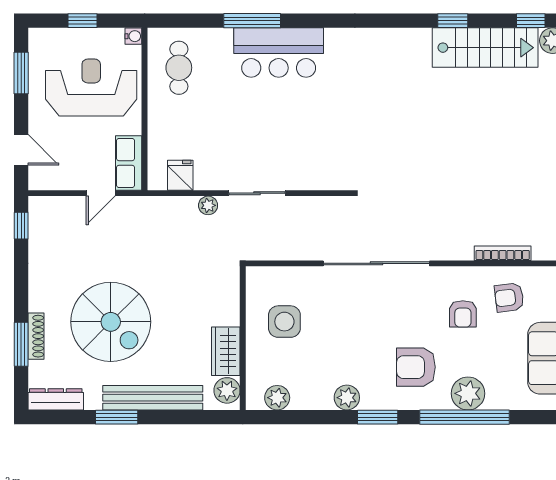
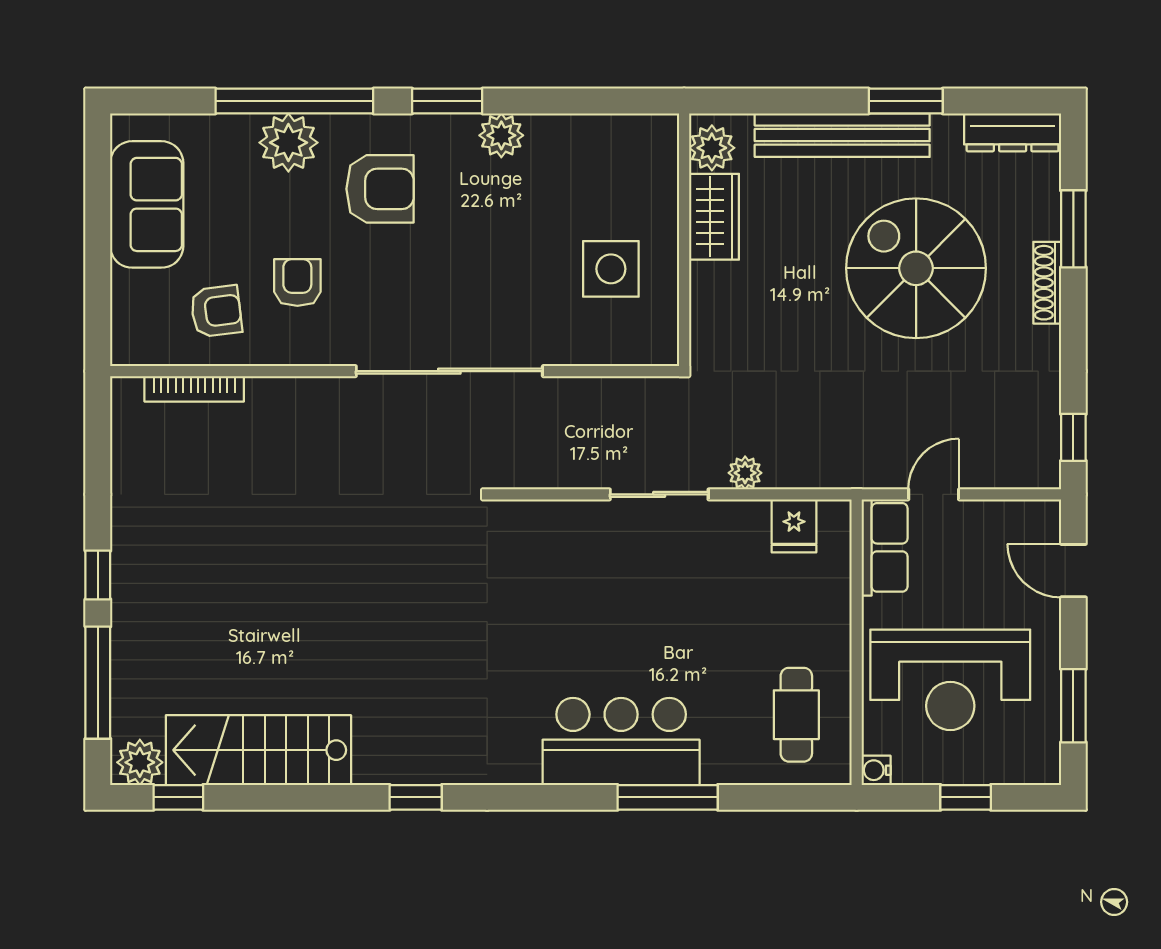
window: (453, 21) -> (416, 797), moved
bookcase: (503, 253) -> (194, 389), moved
shoe rack: (36, 336) -> (1047, 283), moved
plant: (277, 398) -> (624, 135), removed

